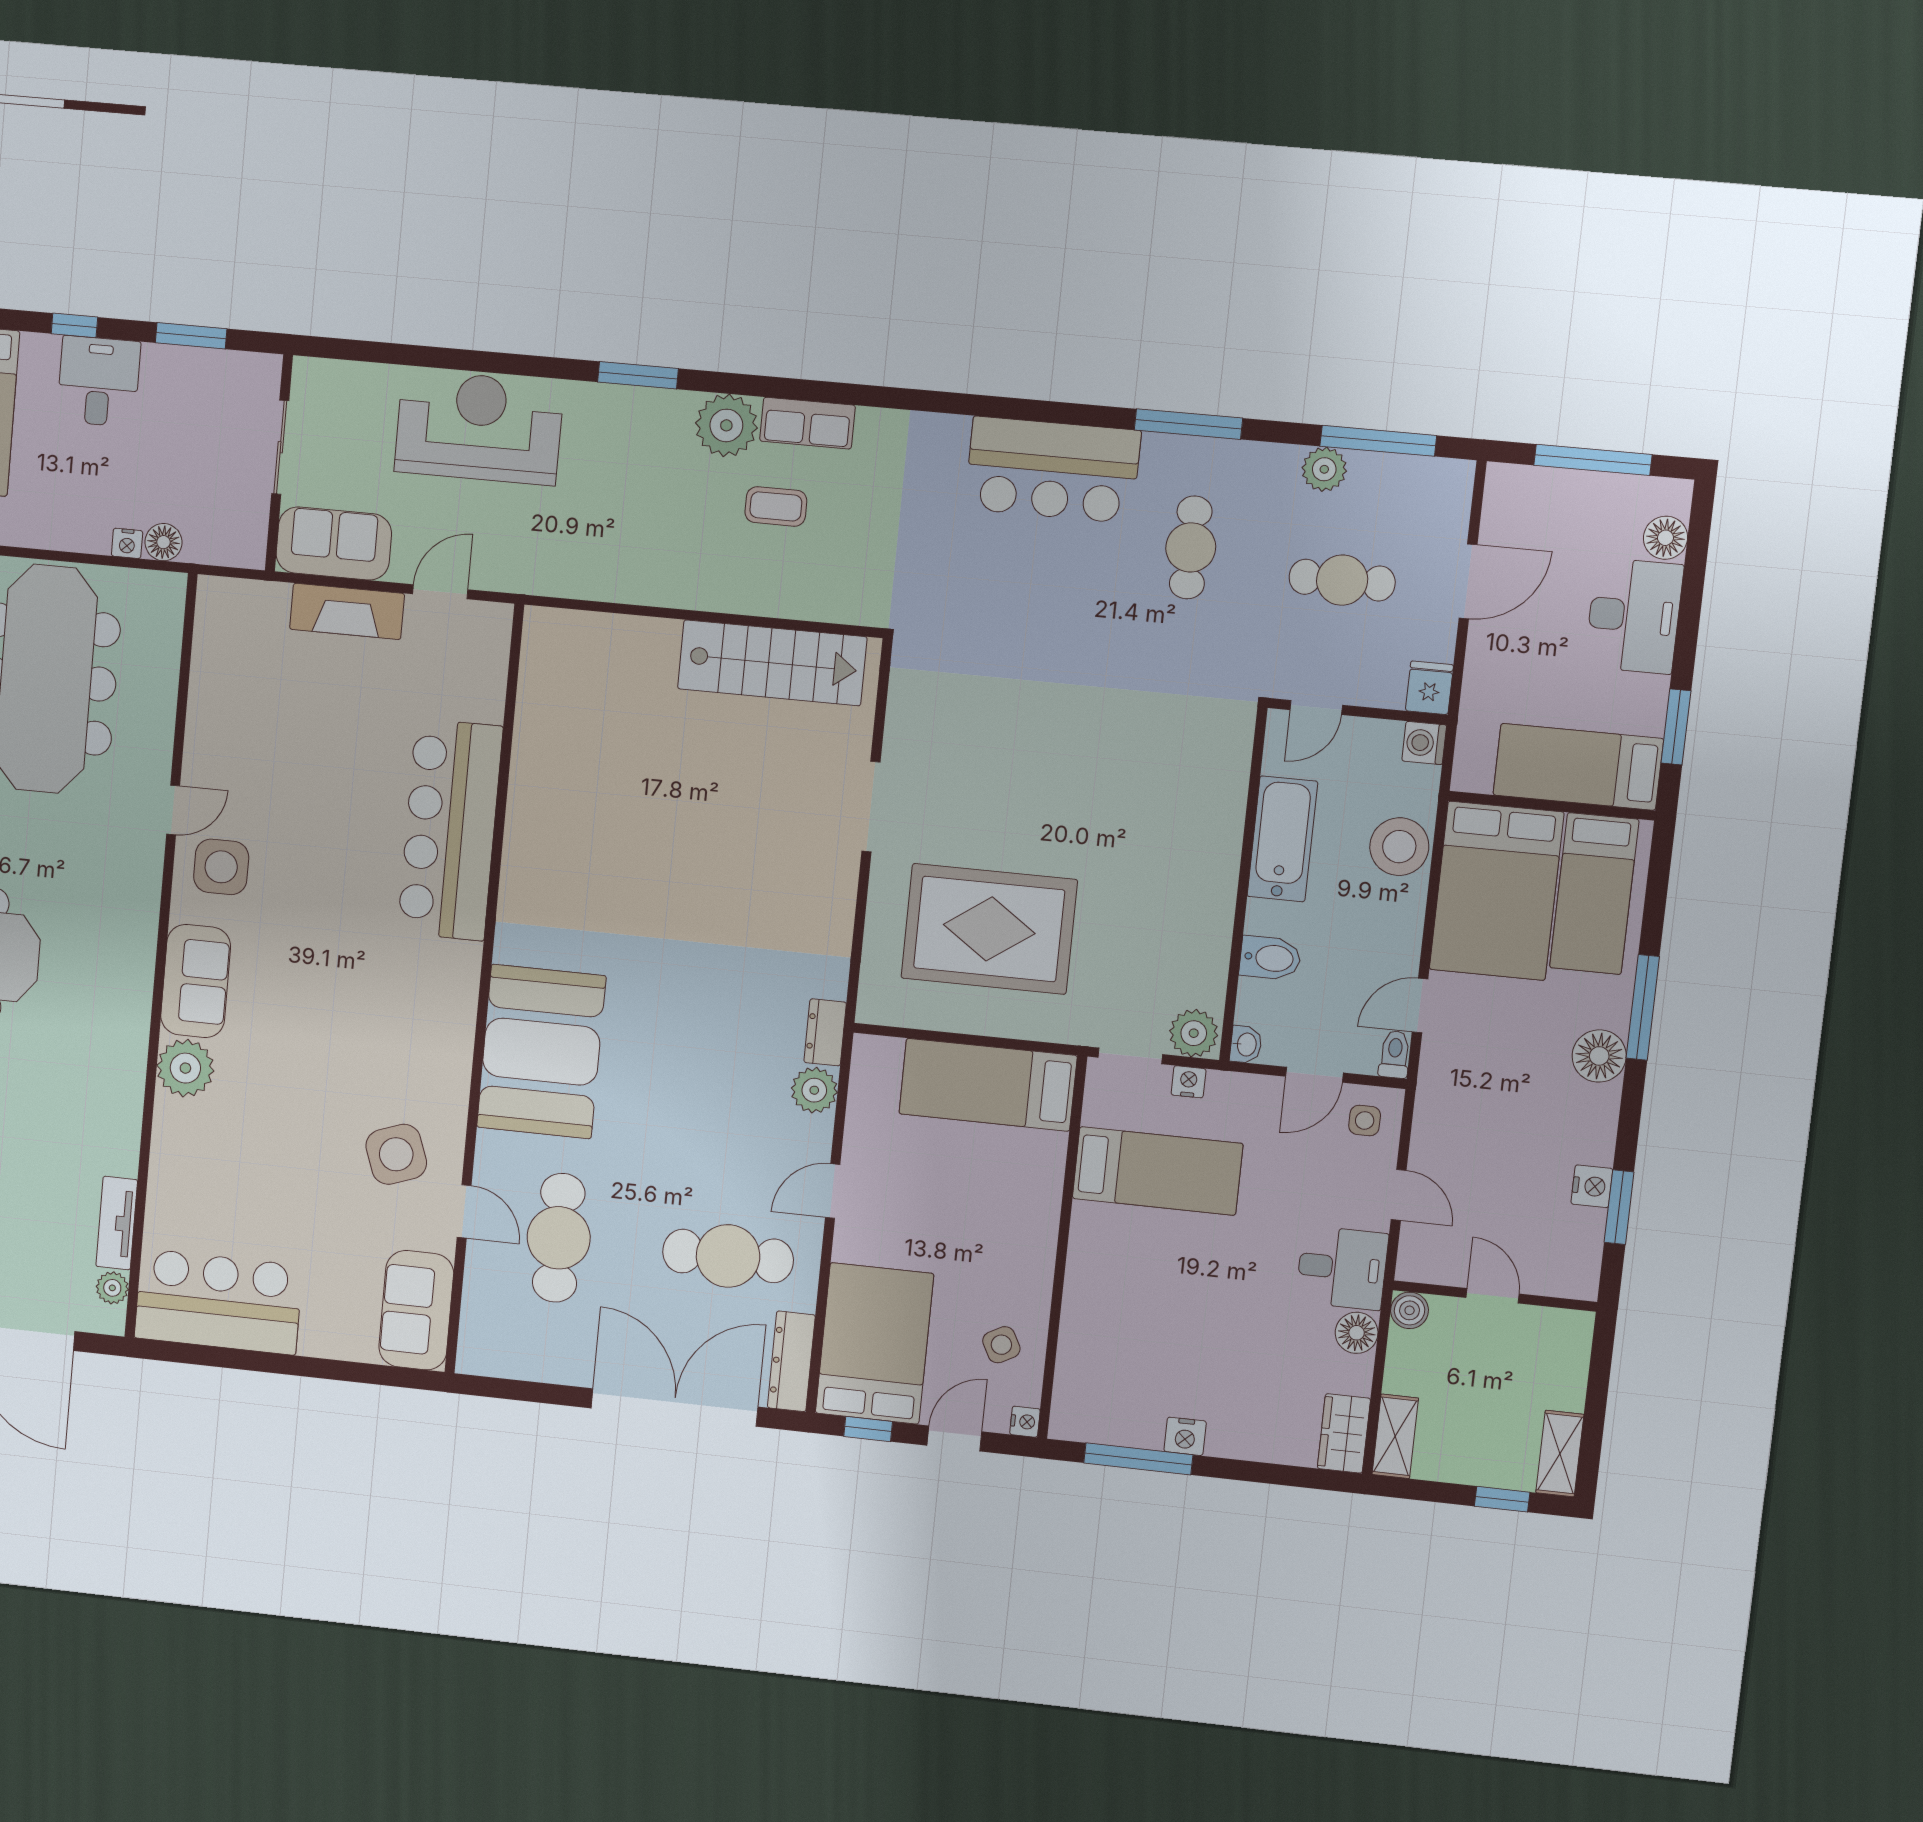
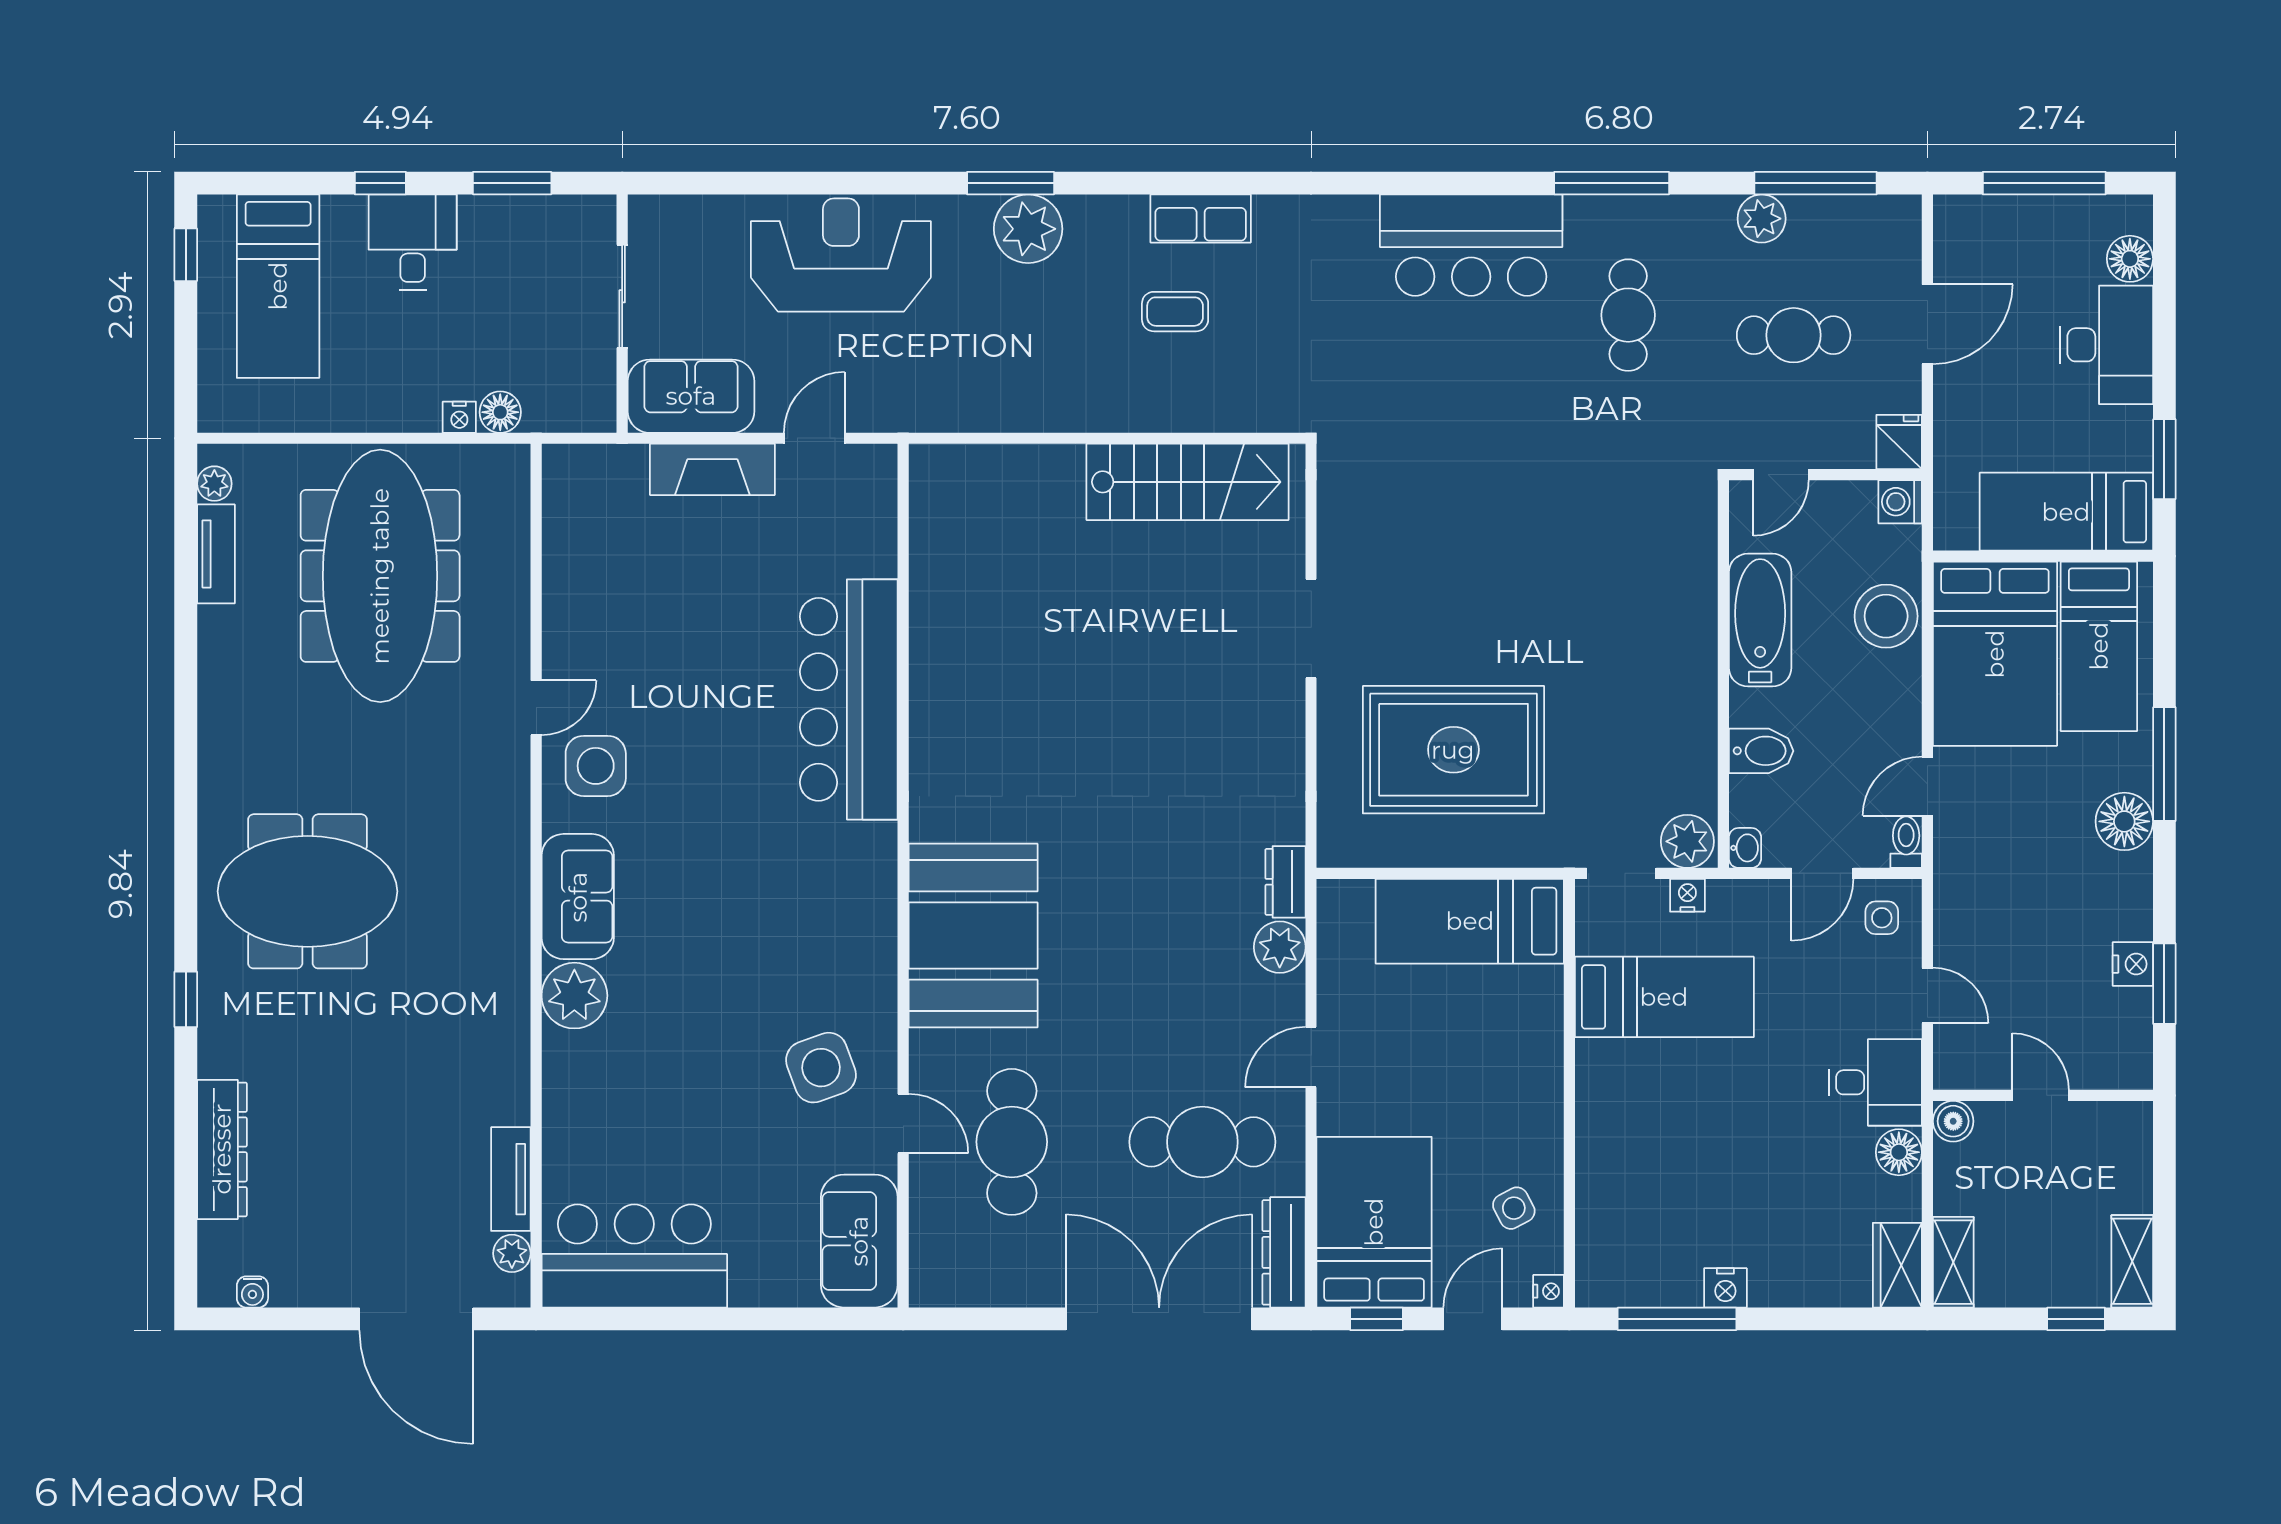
plant: (726, 425) -> (1028, 229), moved

